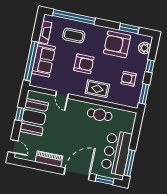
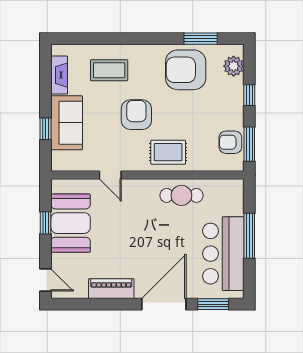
window: (74, 17) -> (103, 39), removed
window: (31, 61) -> (46, 129), width x0.32
armchair: (84, 64) -> (136, 115), turned -90
armchair: (129, 79) -> (230, 142), moved
window: (130, 163) -> (249, 236), moved

